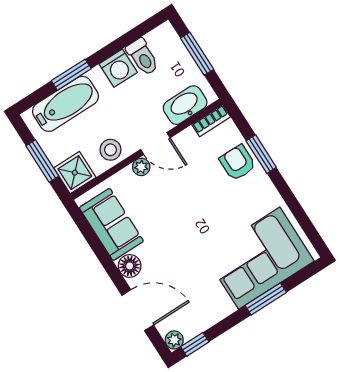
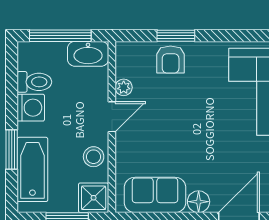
window: (197, 54) -> (60, 36), width x1.44
washbasin: (185, 105) -> (88, 54), moved, turned -90
bookcase: (211, 121) -> (122, 59), removed
armchair: (238, 163) -> (171, 60), turned -90
plant: (141, 167) -> (124, 87), moved

